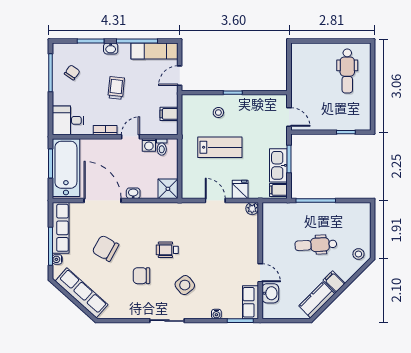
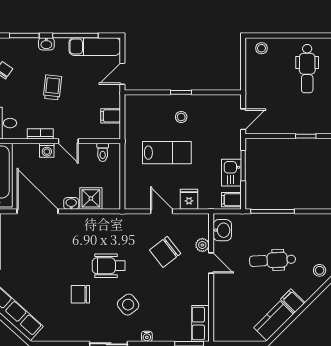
stool: (306, 53) -> (261, 48), added
stool: (218, 113) -> (181, 117), moved
door: (289, 117) -> (243, 119), hinge flipped
door: (130, 137) -> (68, 141), swing flipped
washing machine: (149, 145) -> (47, 150), moved
kitchen sink: (278, 165) -> (231, 173), width x0.73
shower: (168, 189) -> (91, 198), moved
plant: (252, 209) -> (202, 245), moved
chair: (105, 248) -> (165, 252), moved, turned -67
wheelchair: (167, 250) -> (109, 266), width x1.36, depth x1.37
door: (260, 273) -> (211, 263), moved
washbasin: (270, 293) -> (222, 230), moved
water cooler: (216, 314) -> (147, 336), moved

